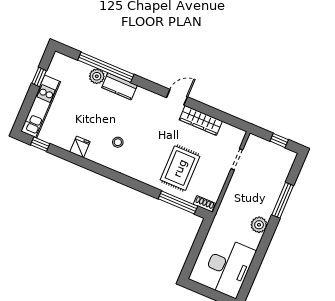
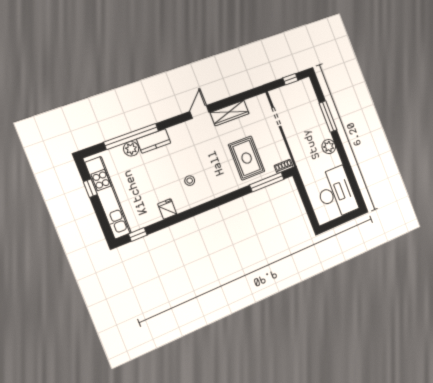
kitchen unit: (41, 106) -> (108, 198), width x1.36

